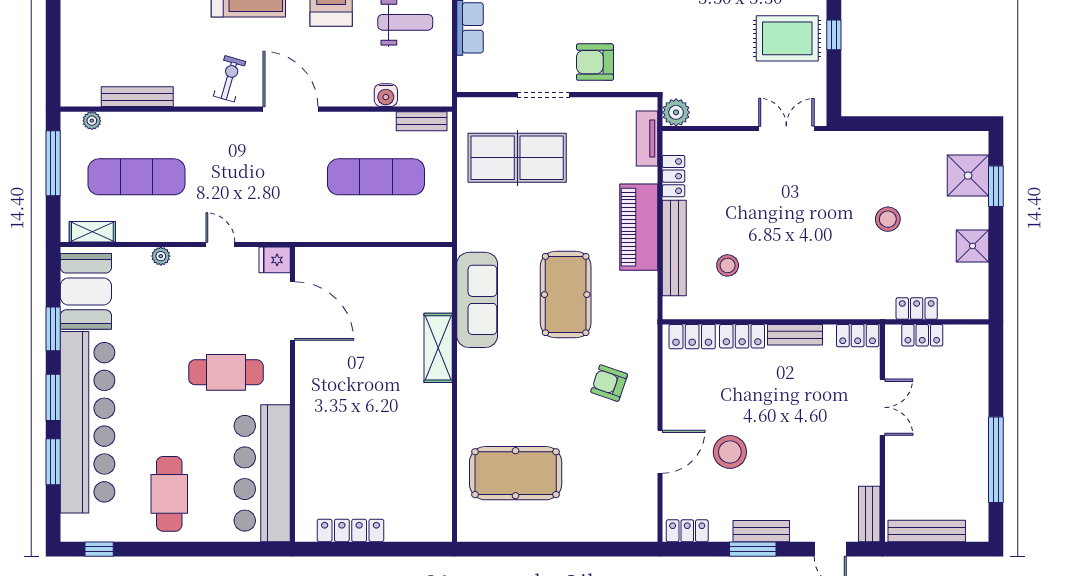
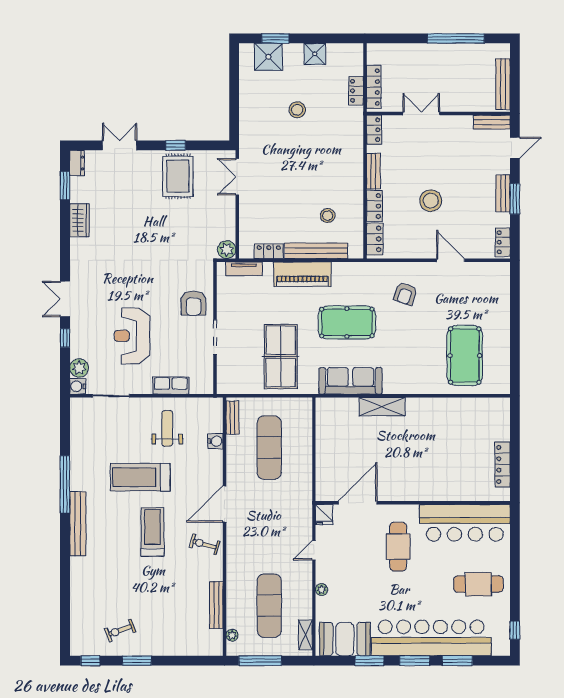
table tennis table: (517, 158) -> (281, 357), moved
locker: (922, 335) -> (374, 87), width x1.53
stool: (730, 452) -> (431, 201), moved

